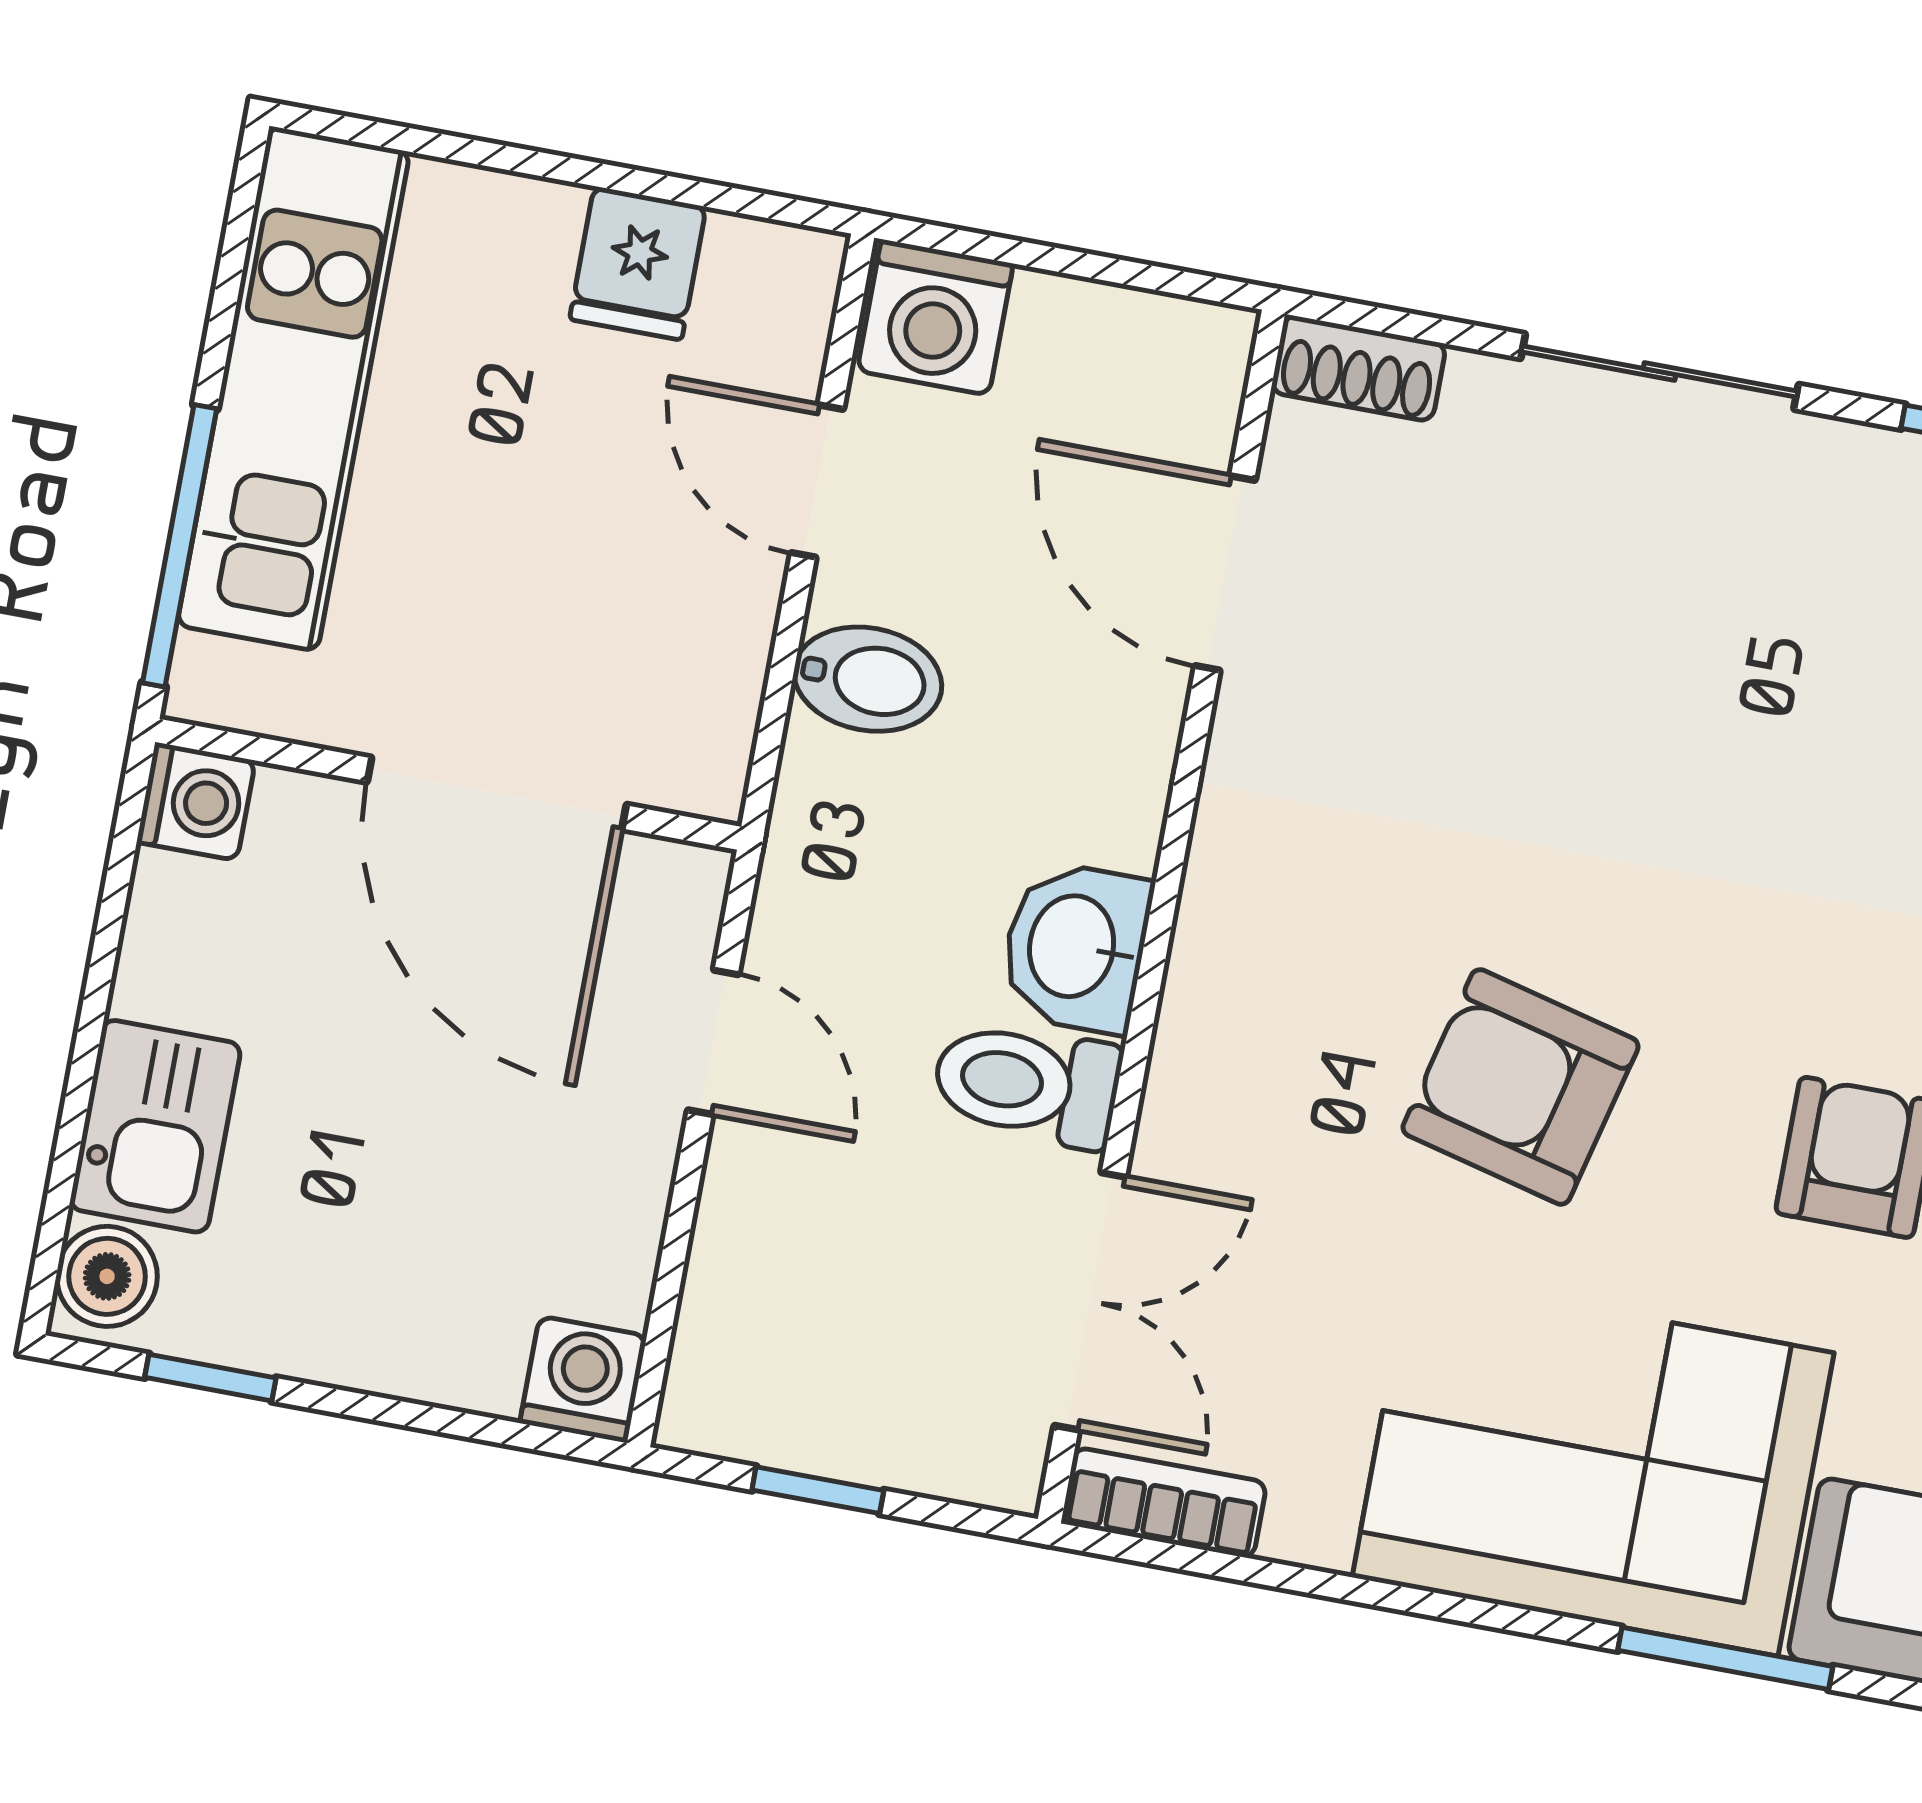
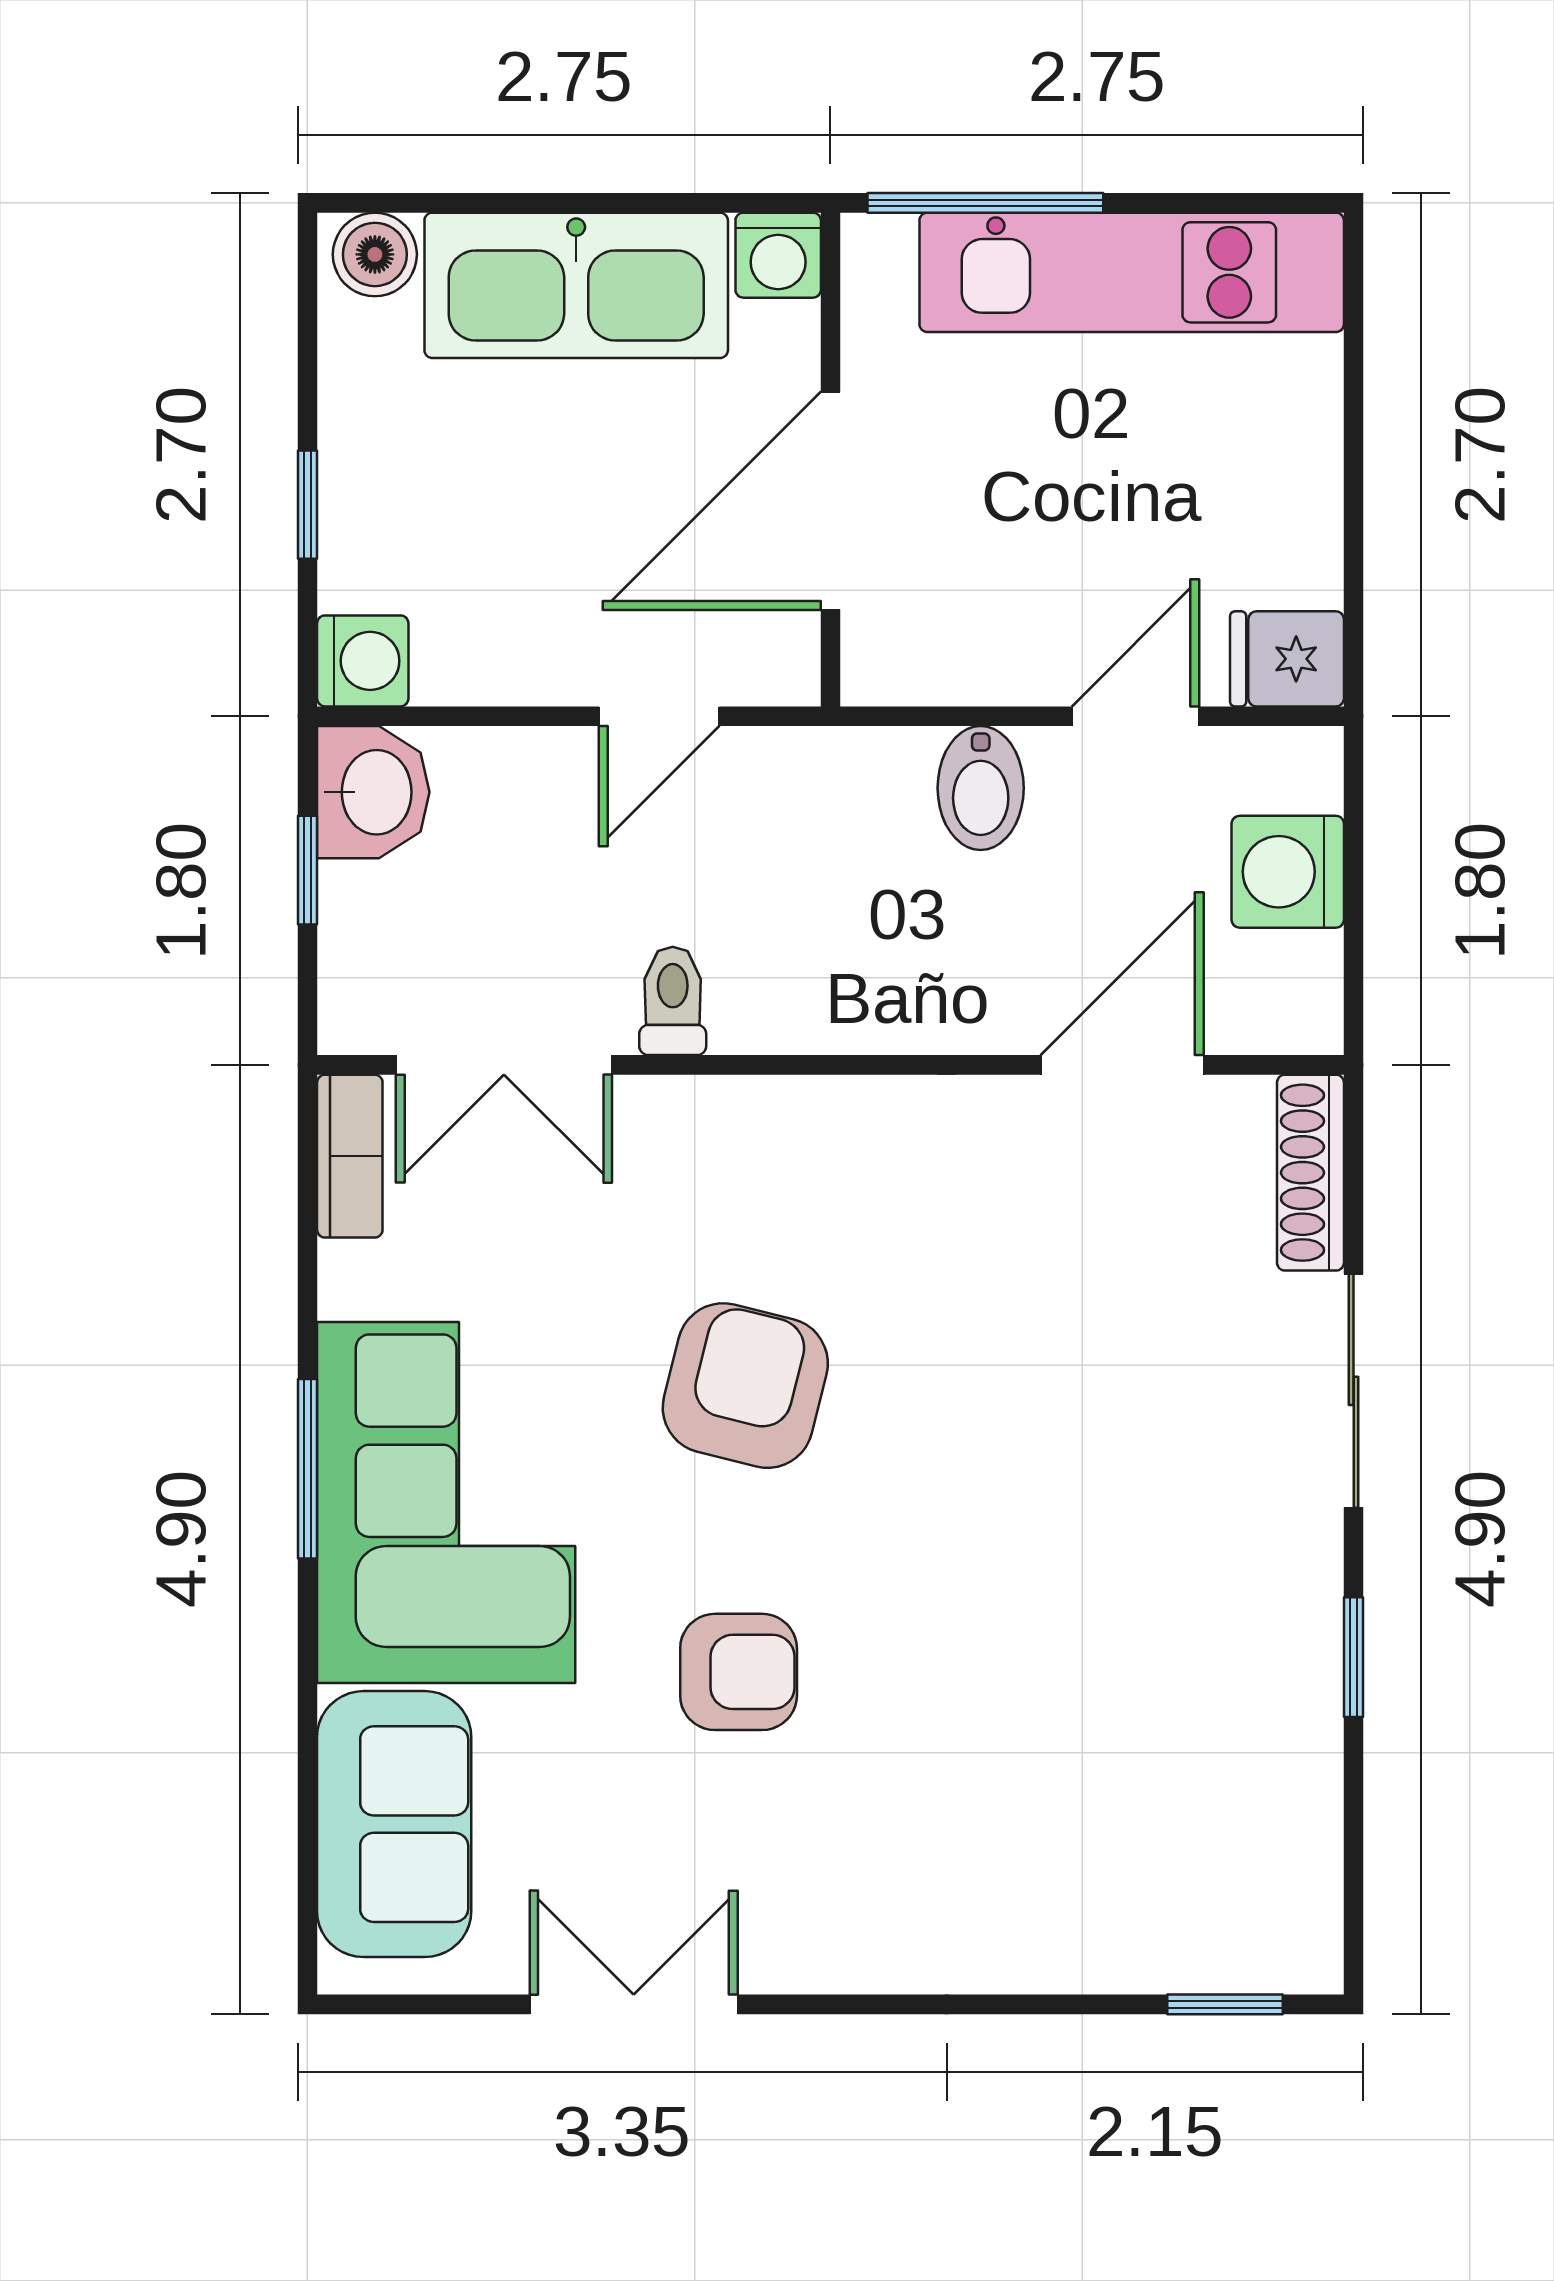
fridge: (638, 263) -> (1287, 659), moved
washing machine: (935, 317) -> (1288, 872), moved
shoe rack: (1358, 368) -> (1310, 1173), width x1.43
washbasin: (1076, 947) -> (373, 792), moved, turned 90
toilet: (1027, 1084) -> (673, 1001), width x0.73, depth x0.72
kitchen sink: (155, 1126) -> (576, 285), width x1.88, depth x1.24
window: (210, 1378) -> (307, 505), moved
window: (1725, 1658) -> (307, 1469), moved

